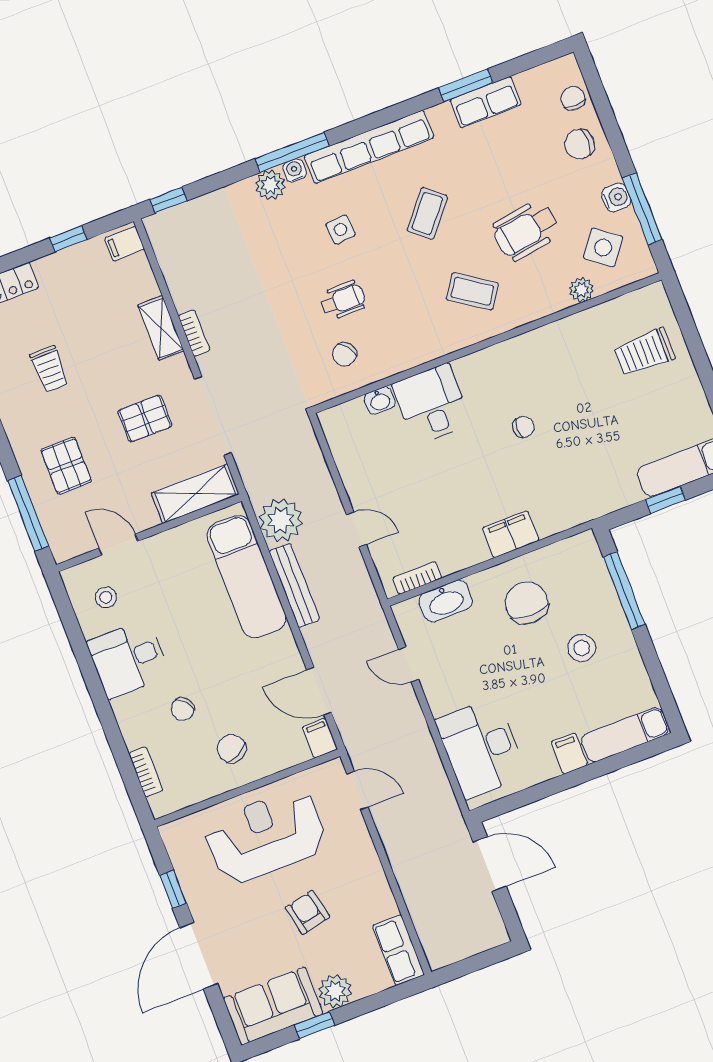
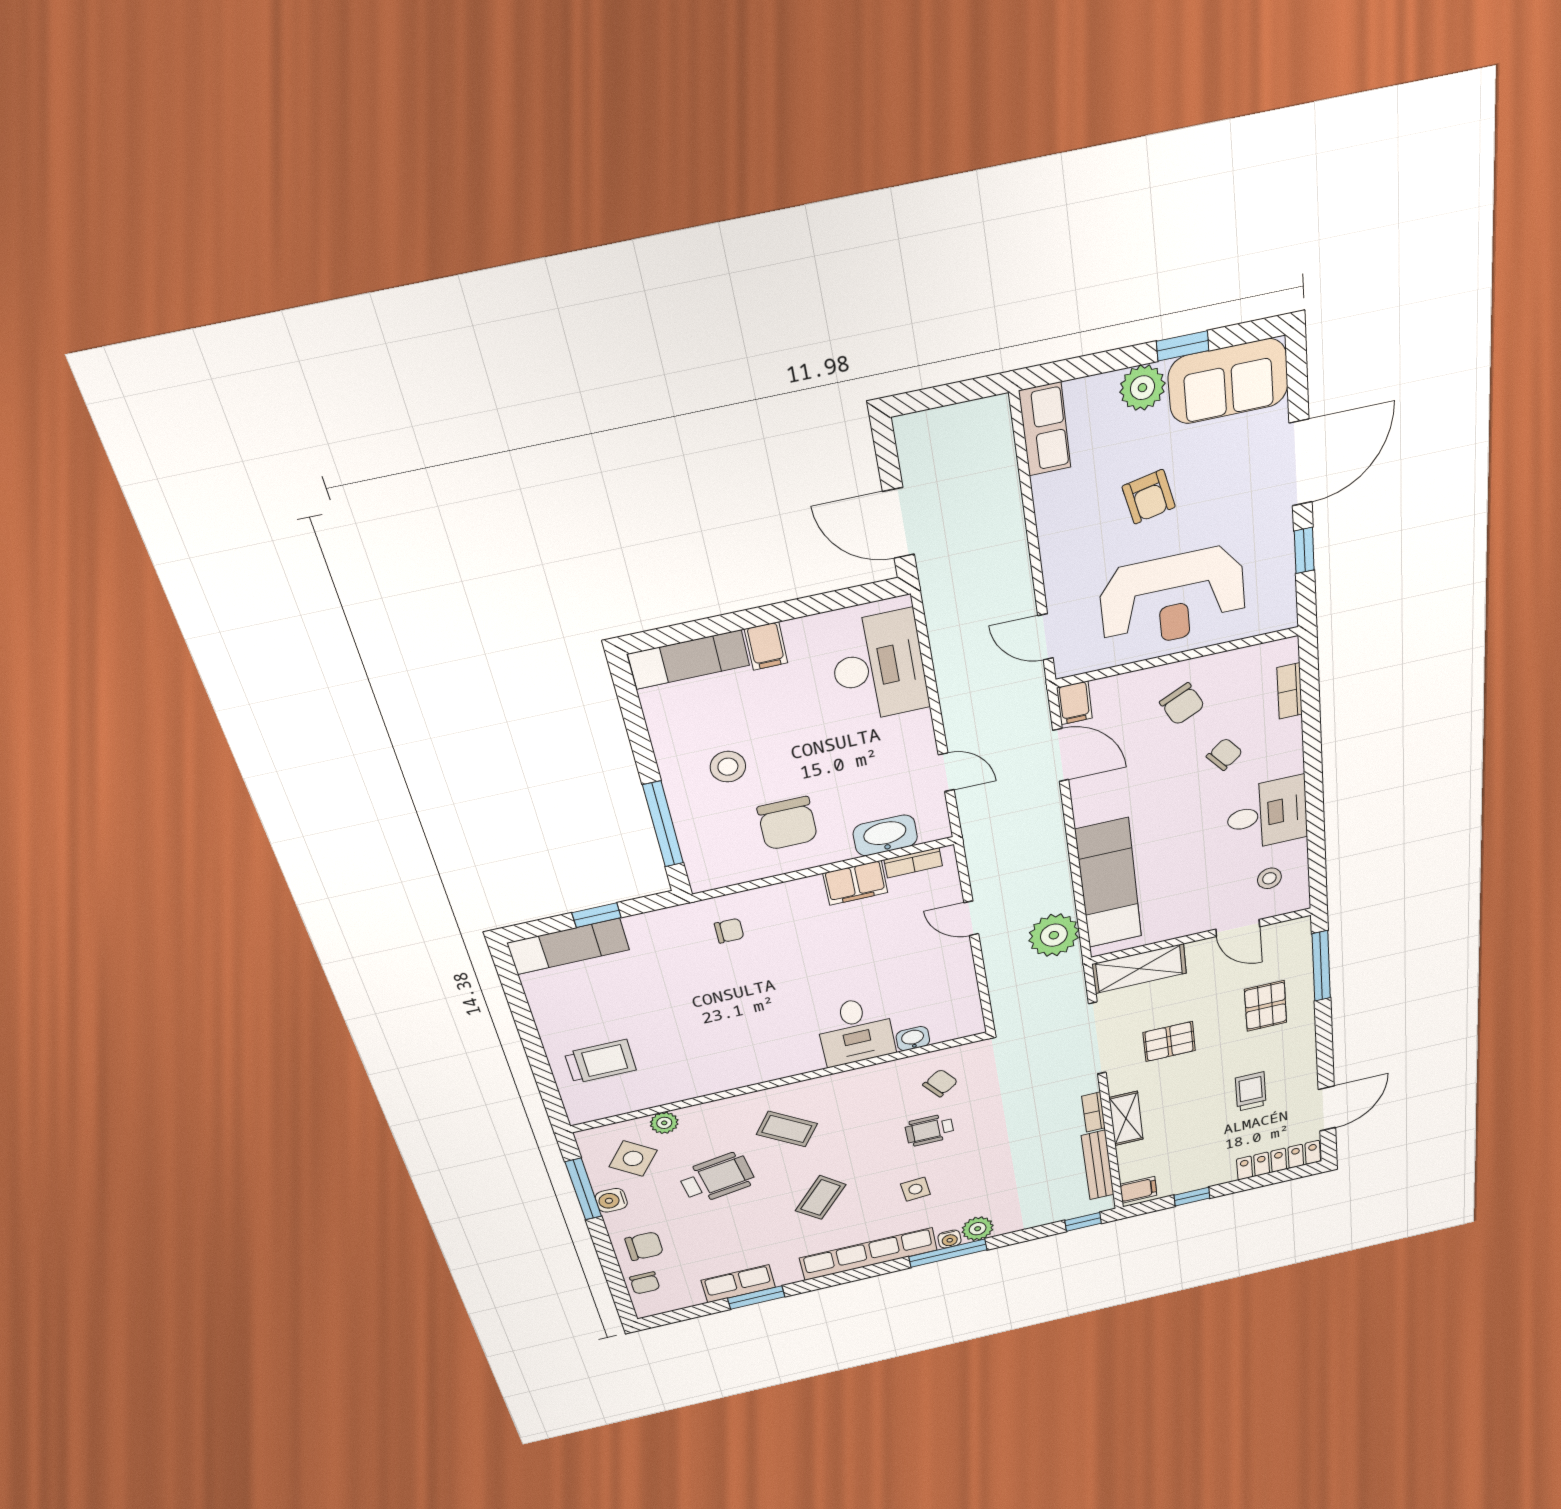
chair: (523, 427) -> (729, 931), moved, turned 180
filing cabinet: (511, 534) -> (855, 883), moved
bench: (294, 585) -> (1098, 1165), moved

